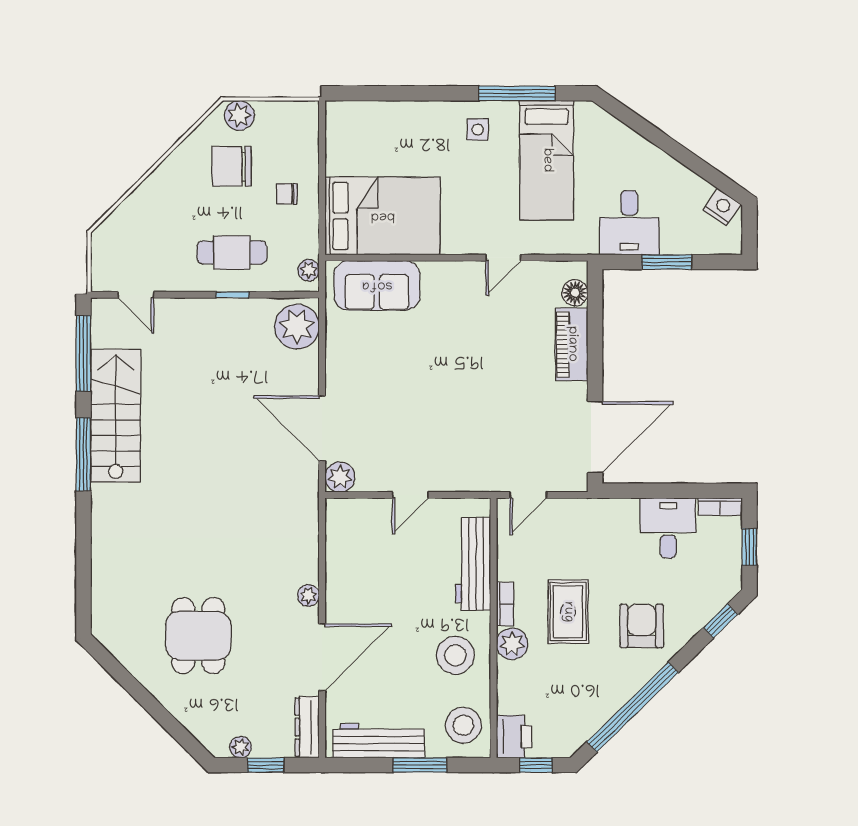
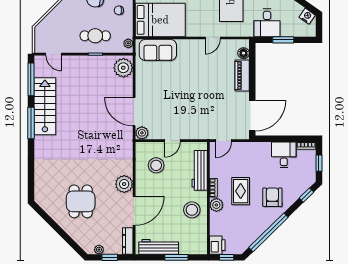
plant: (308, 595) -> (124, 184), width x1.87, depth x1.87
stool: (463, 725) -> (156, 165), moved

